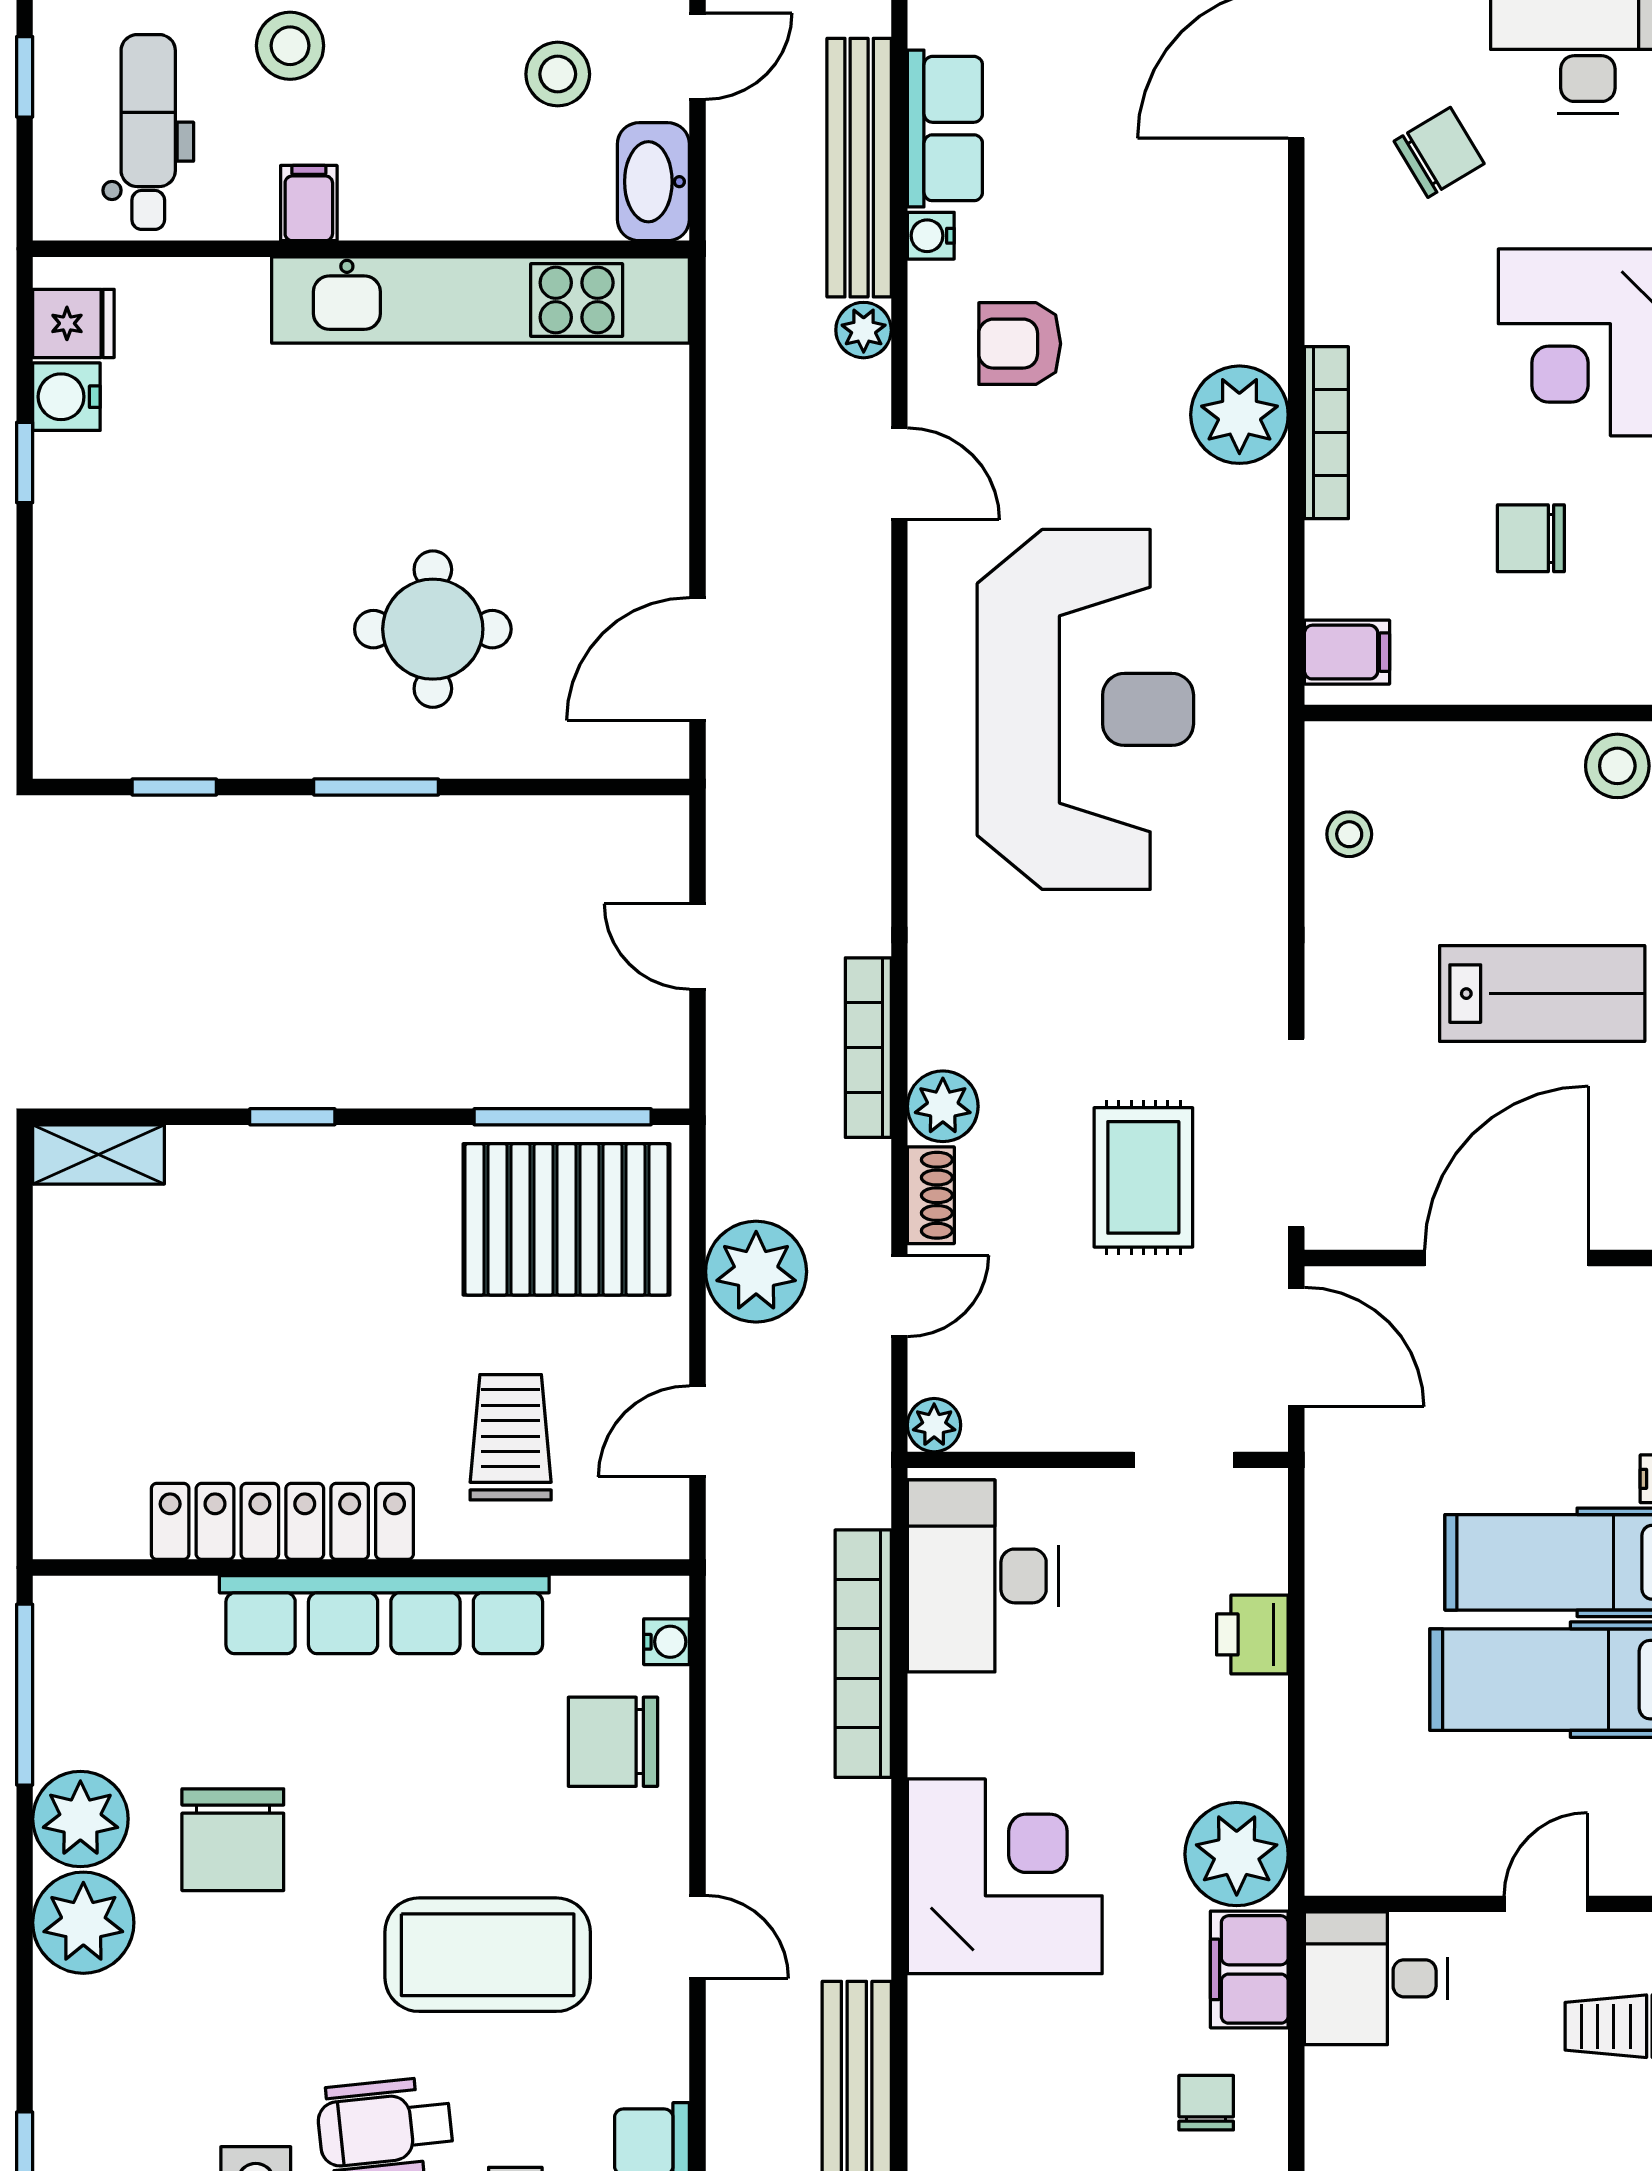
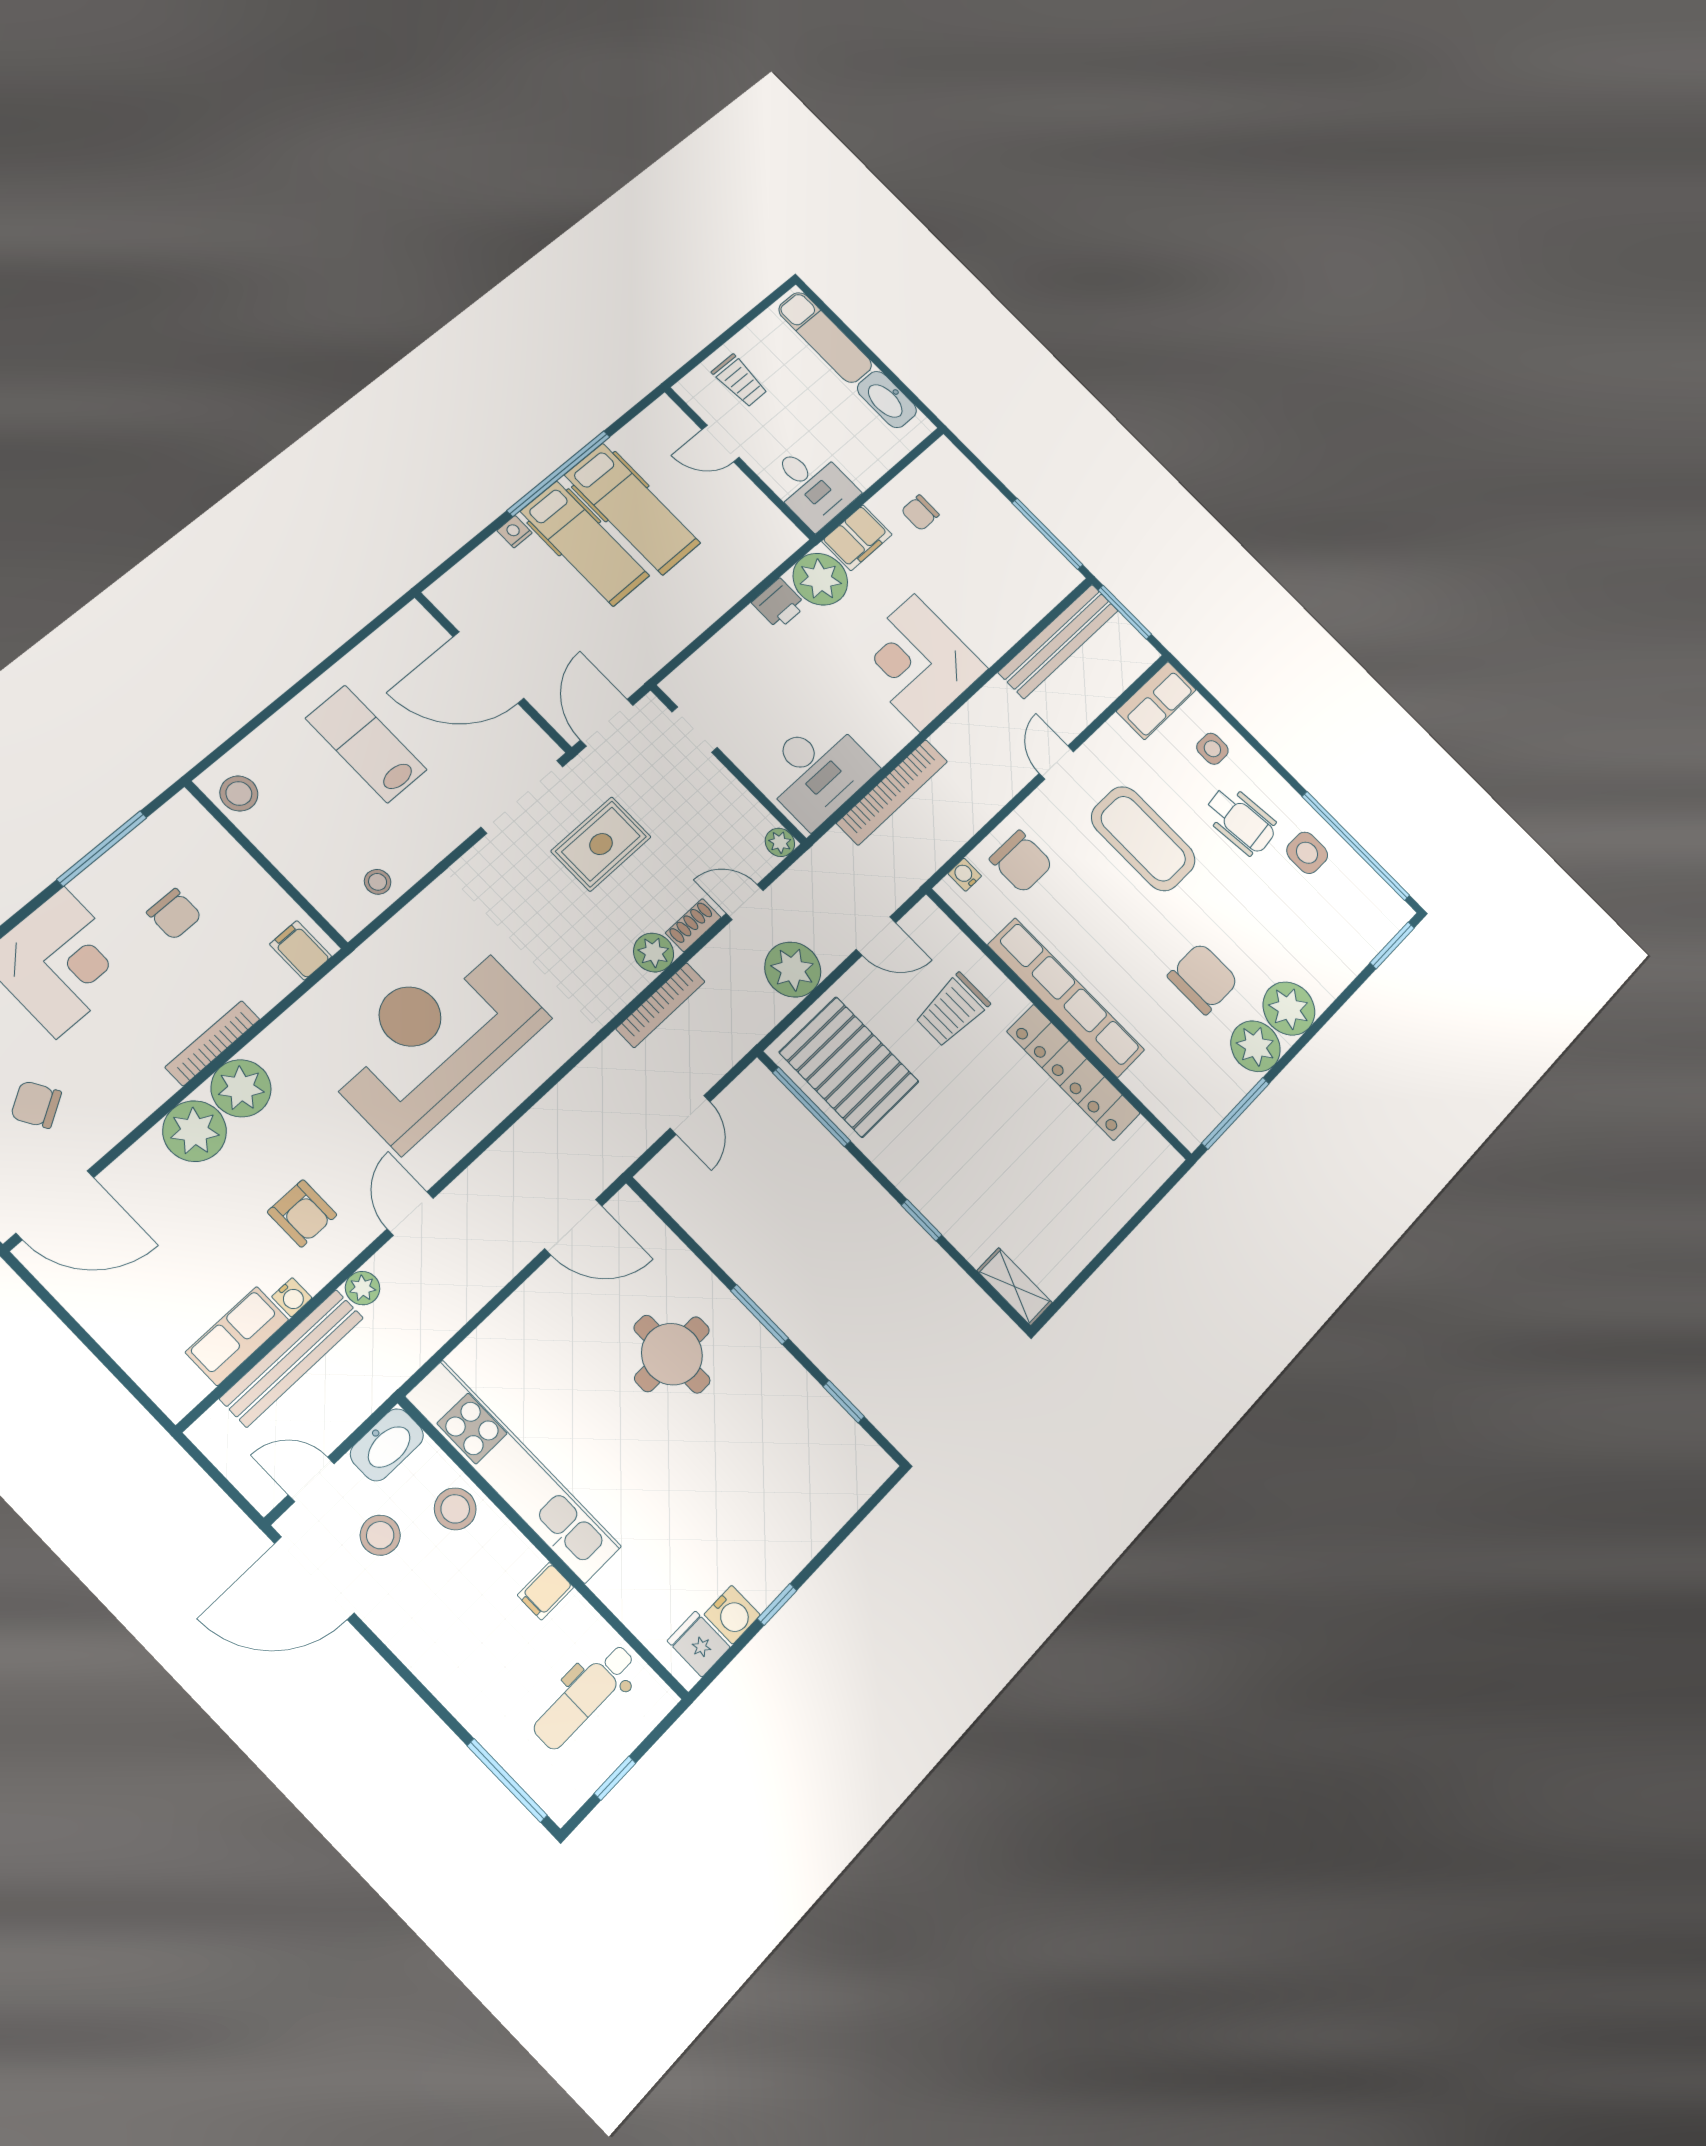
stool: (290, 46) -> (455, 1509), moved
plant: (1237, 309) -> (195, 1131), added
printer: (1252, 1634) -> (779, 604), moved

